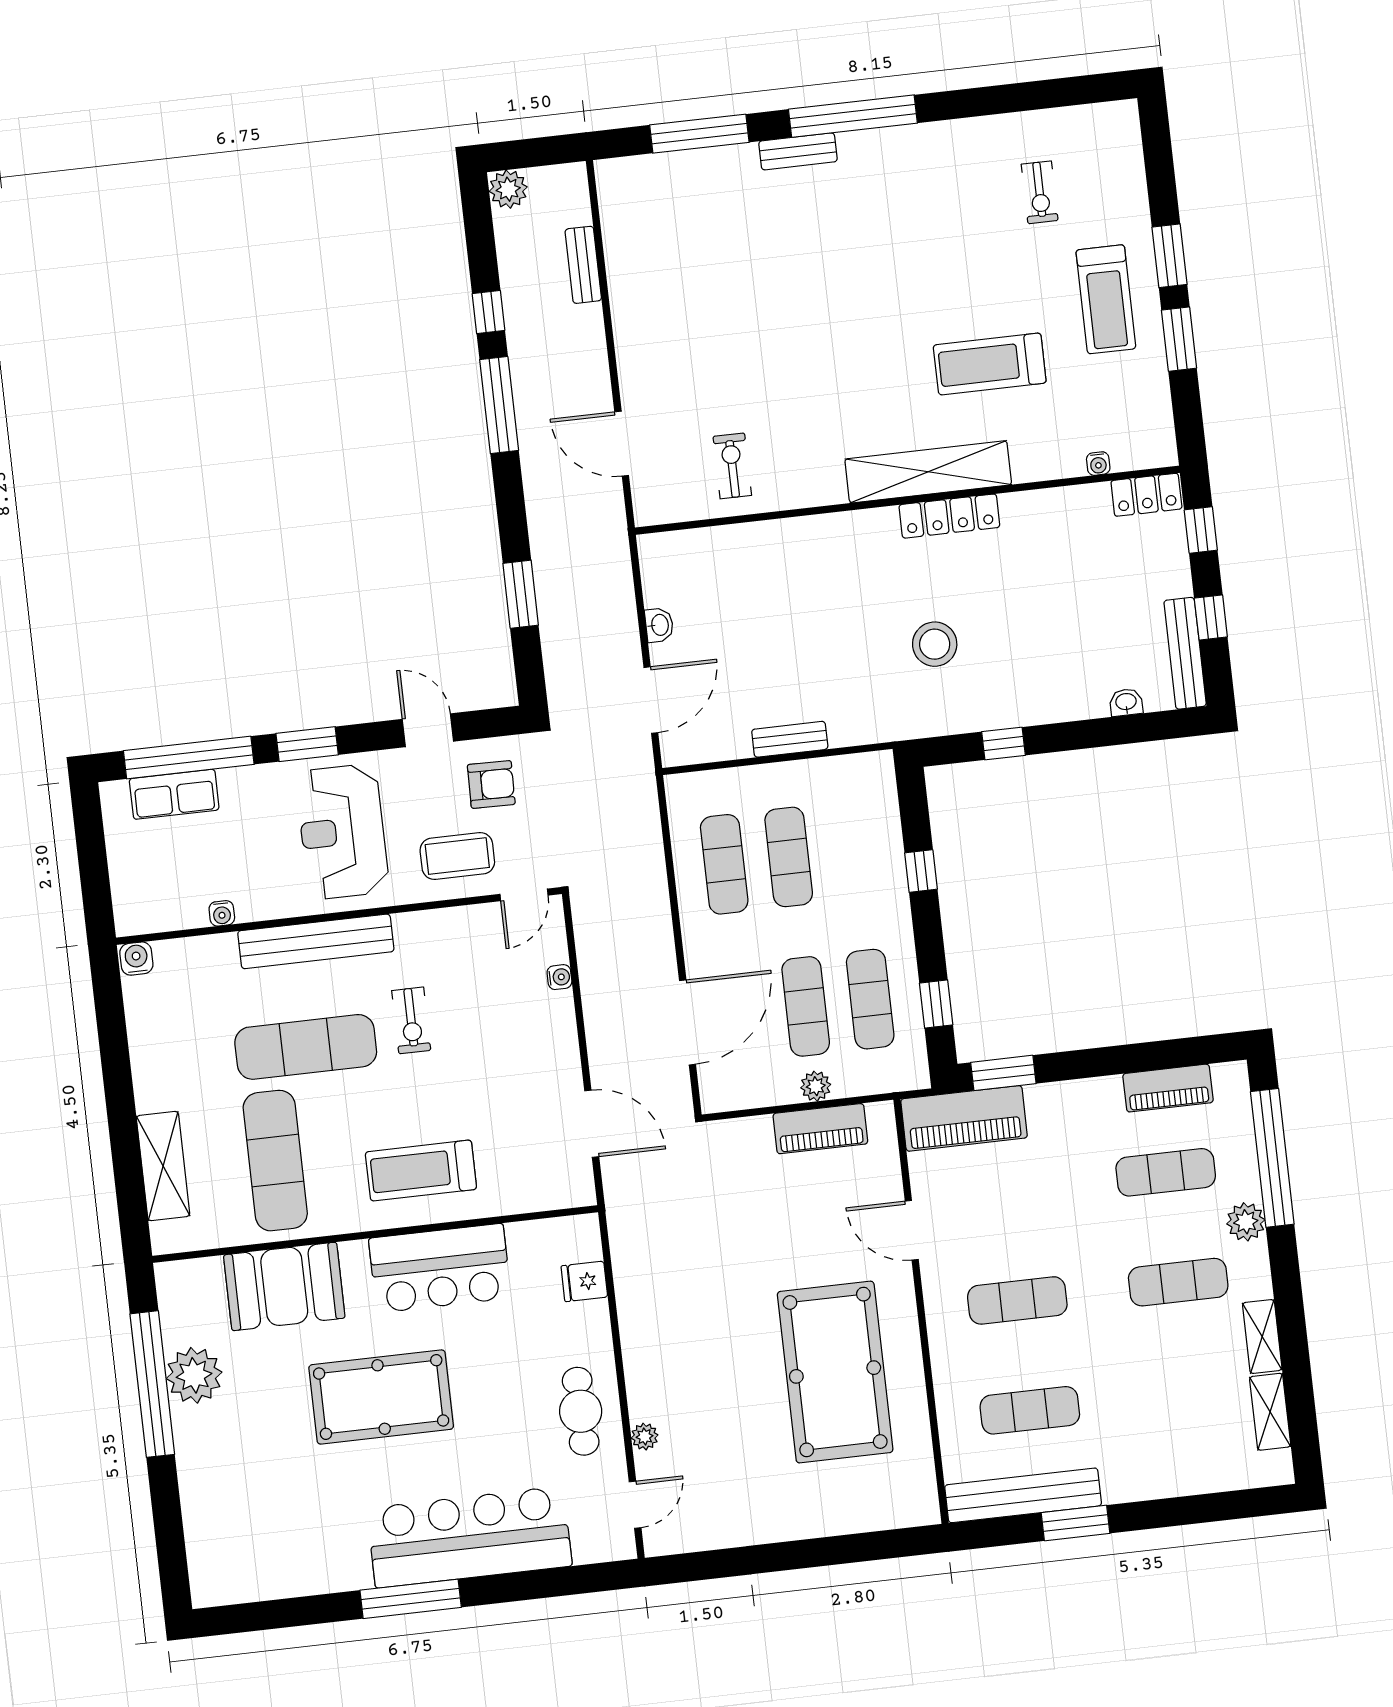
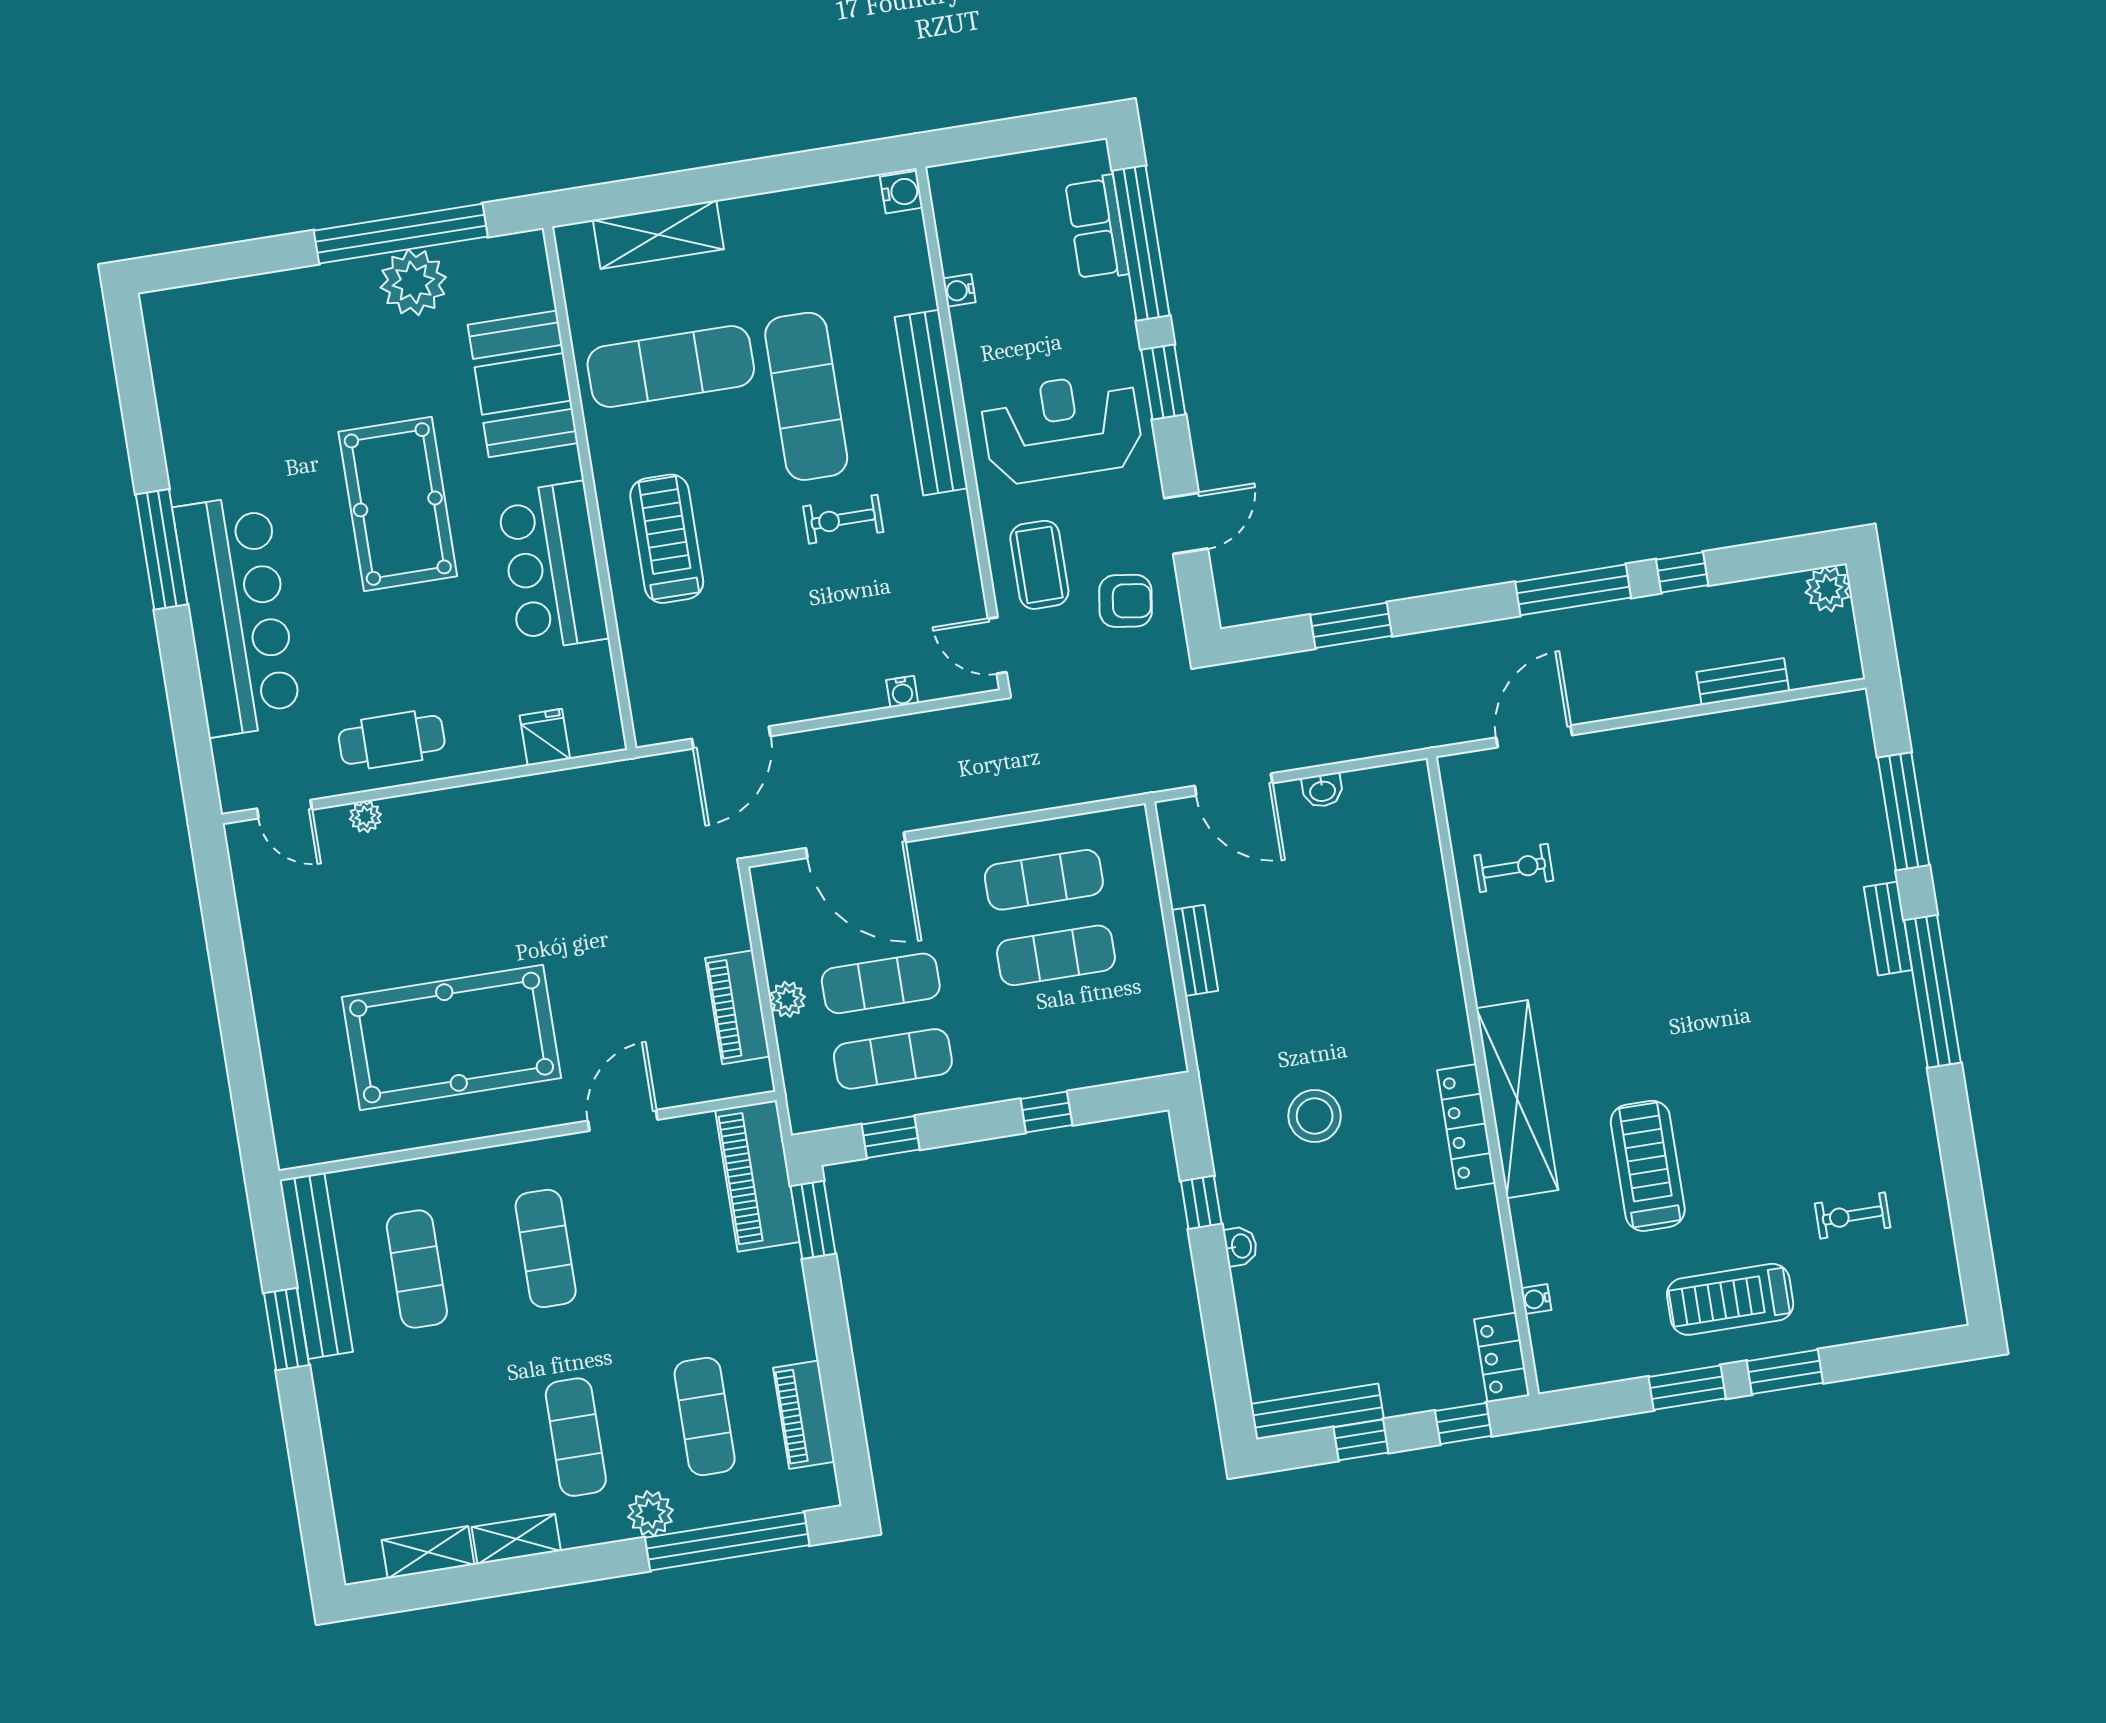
washbasin: (1126, 702) -> (1241, 1246), moved
armchair: (491, 784) -> (1126, 601), turned -83

